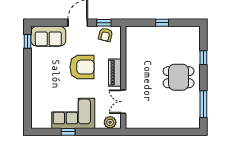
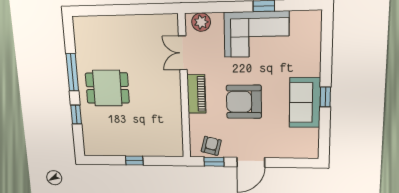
sofa: (48, 36) -> (305, 103), moved, turned -90
window: (28, 41) -> (325, 97), moved
double door: (123, 102) -> (183, 53), swing flipped
window: (203, 104) -> (72, 72), moved

